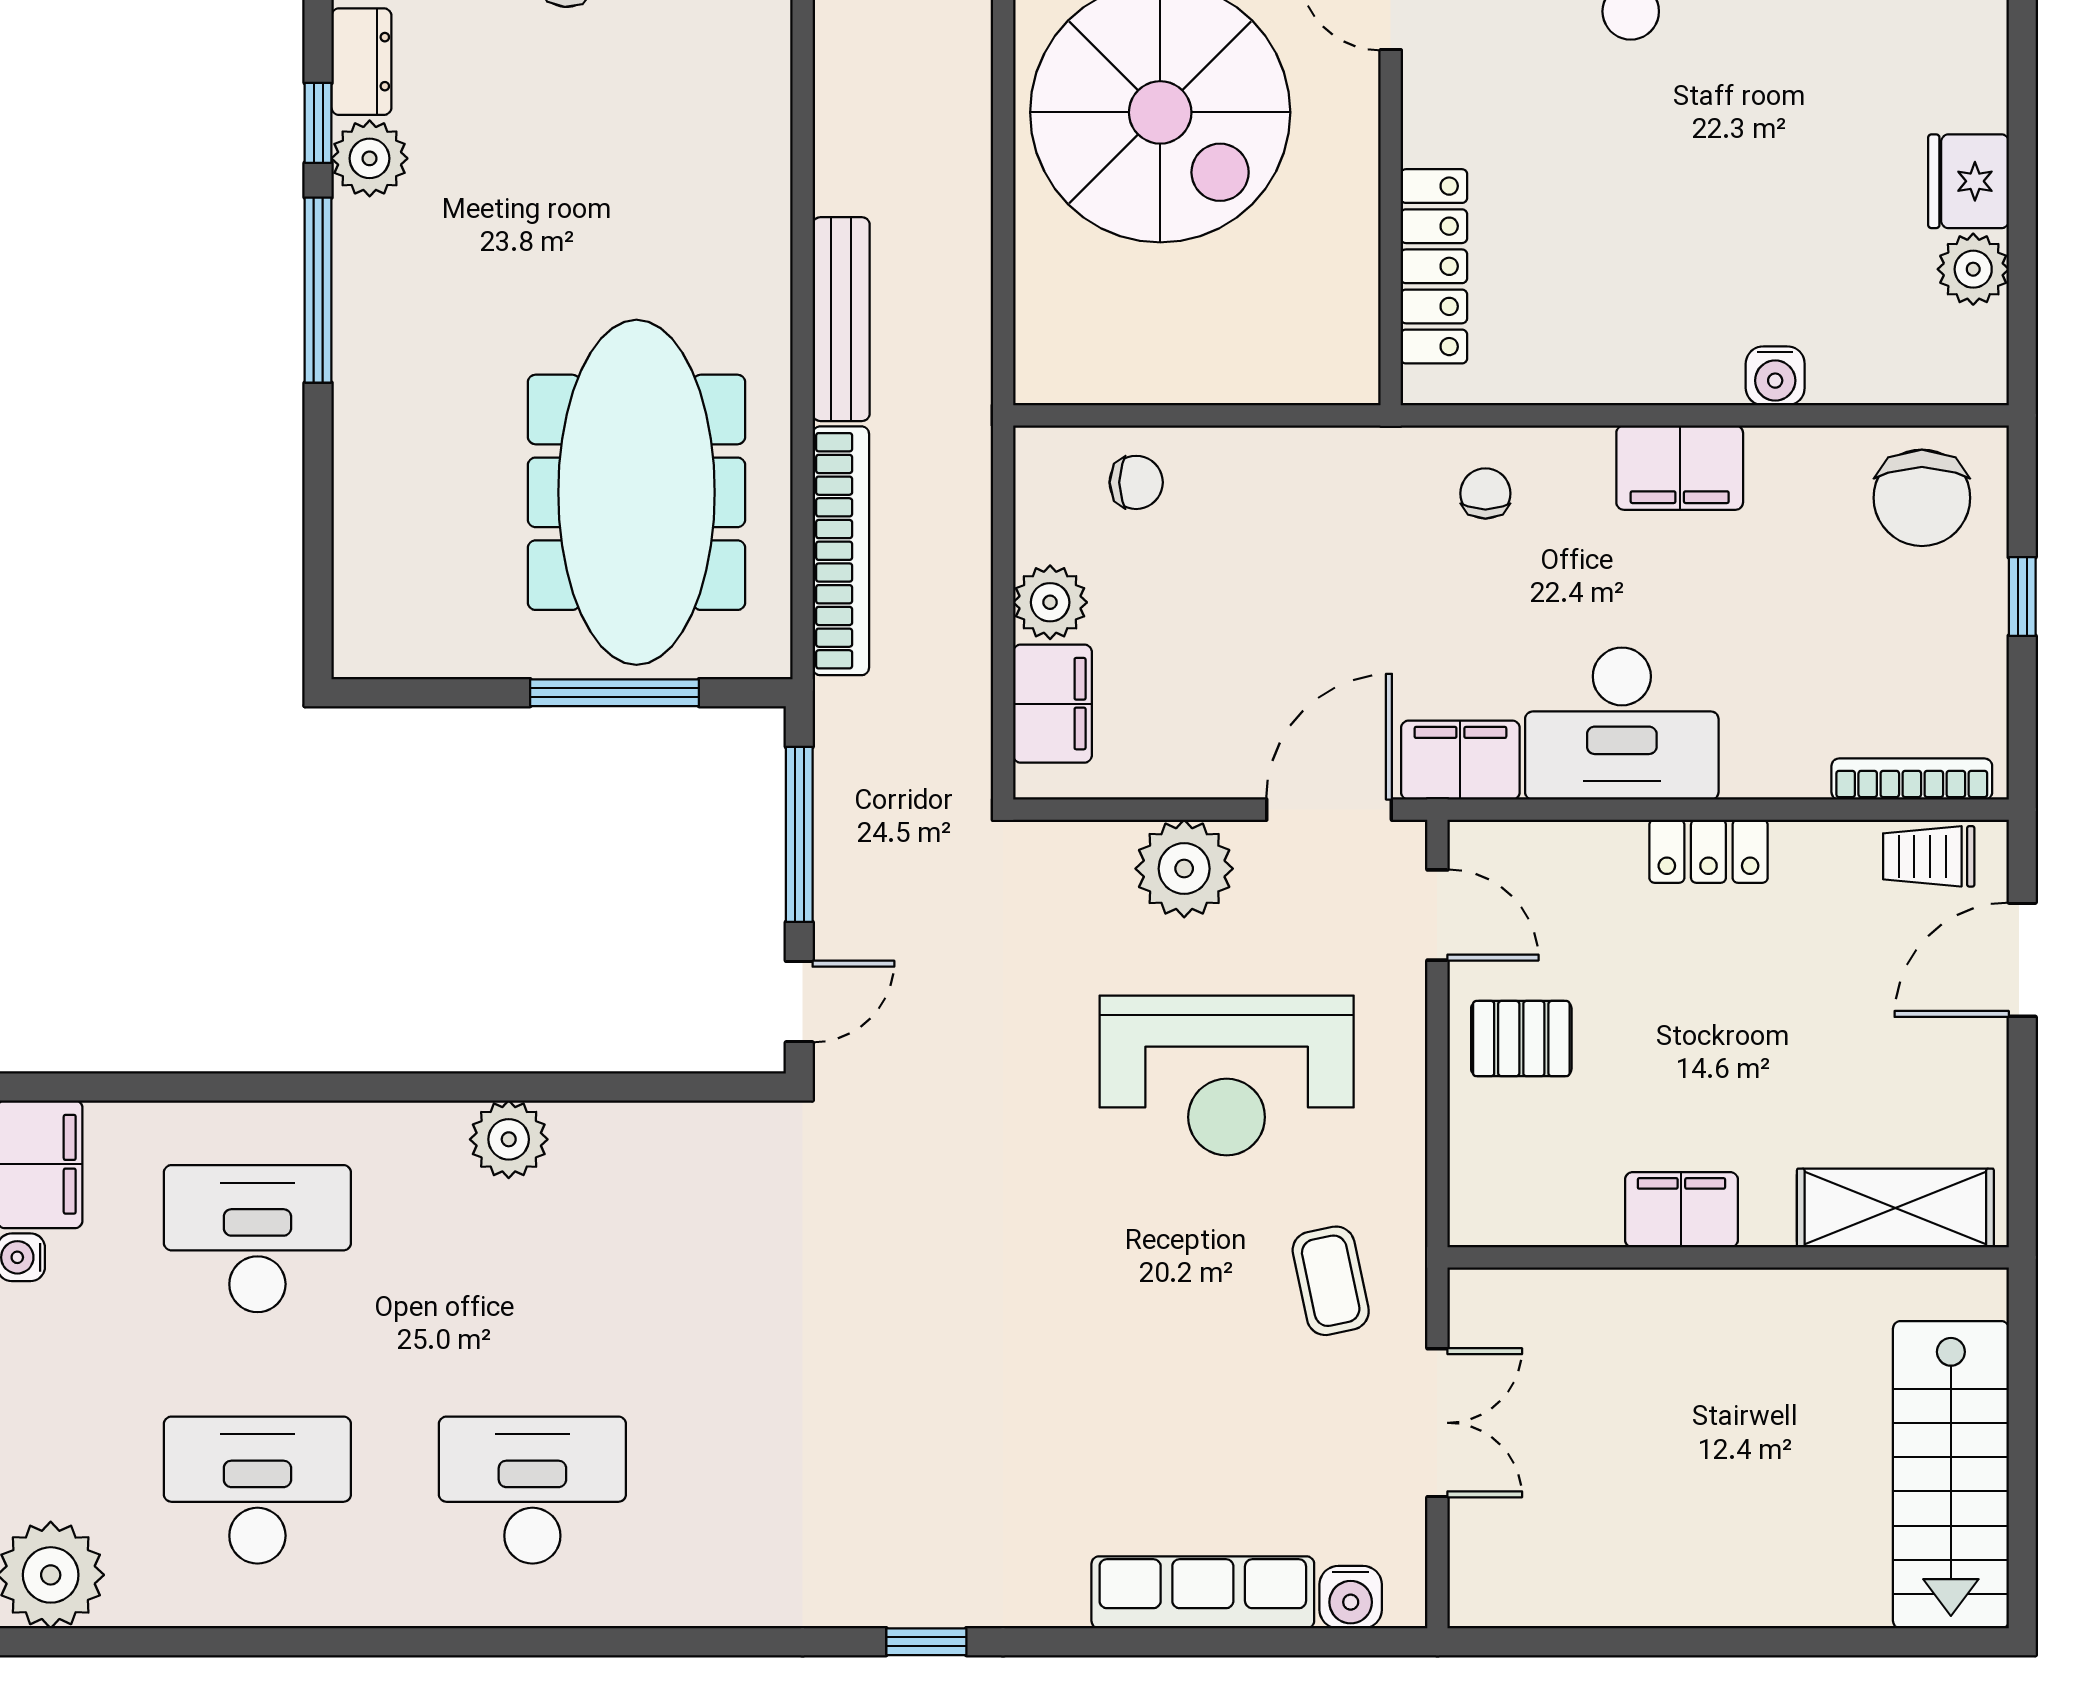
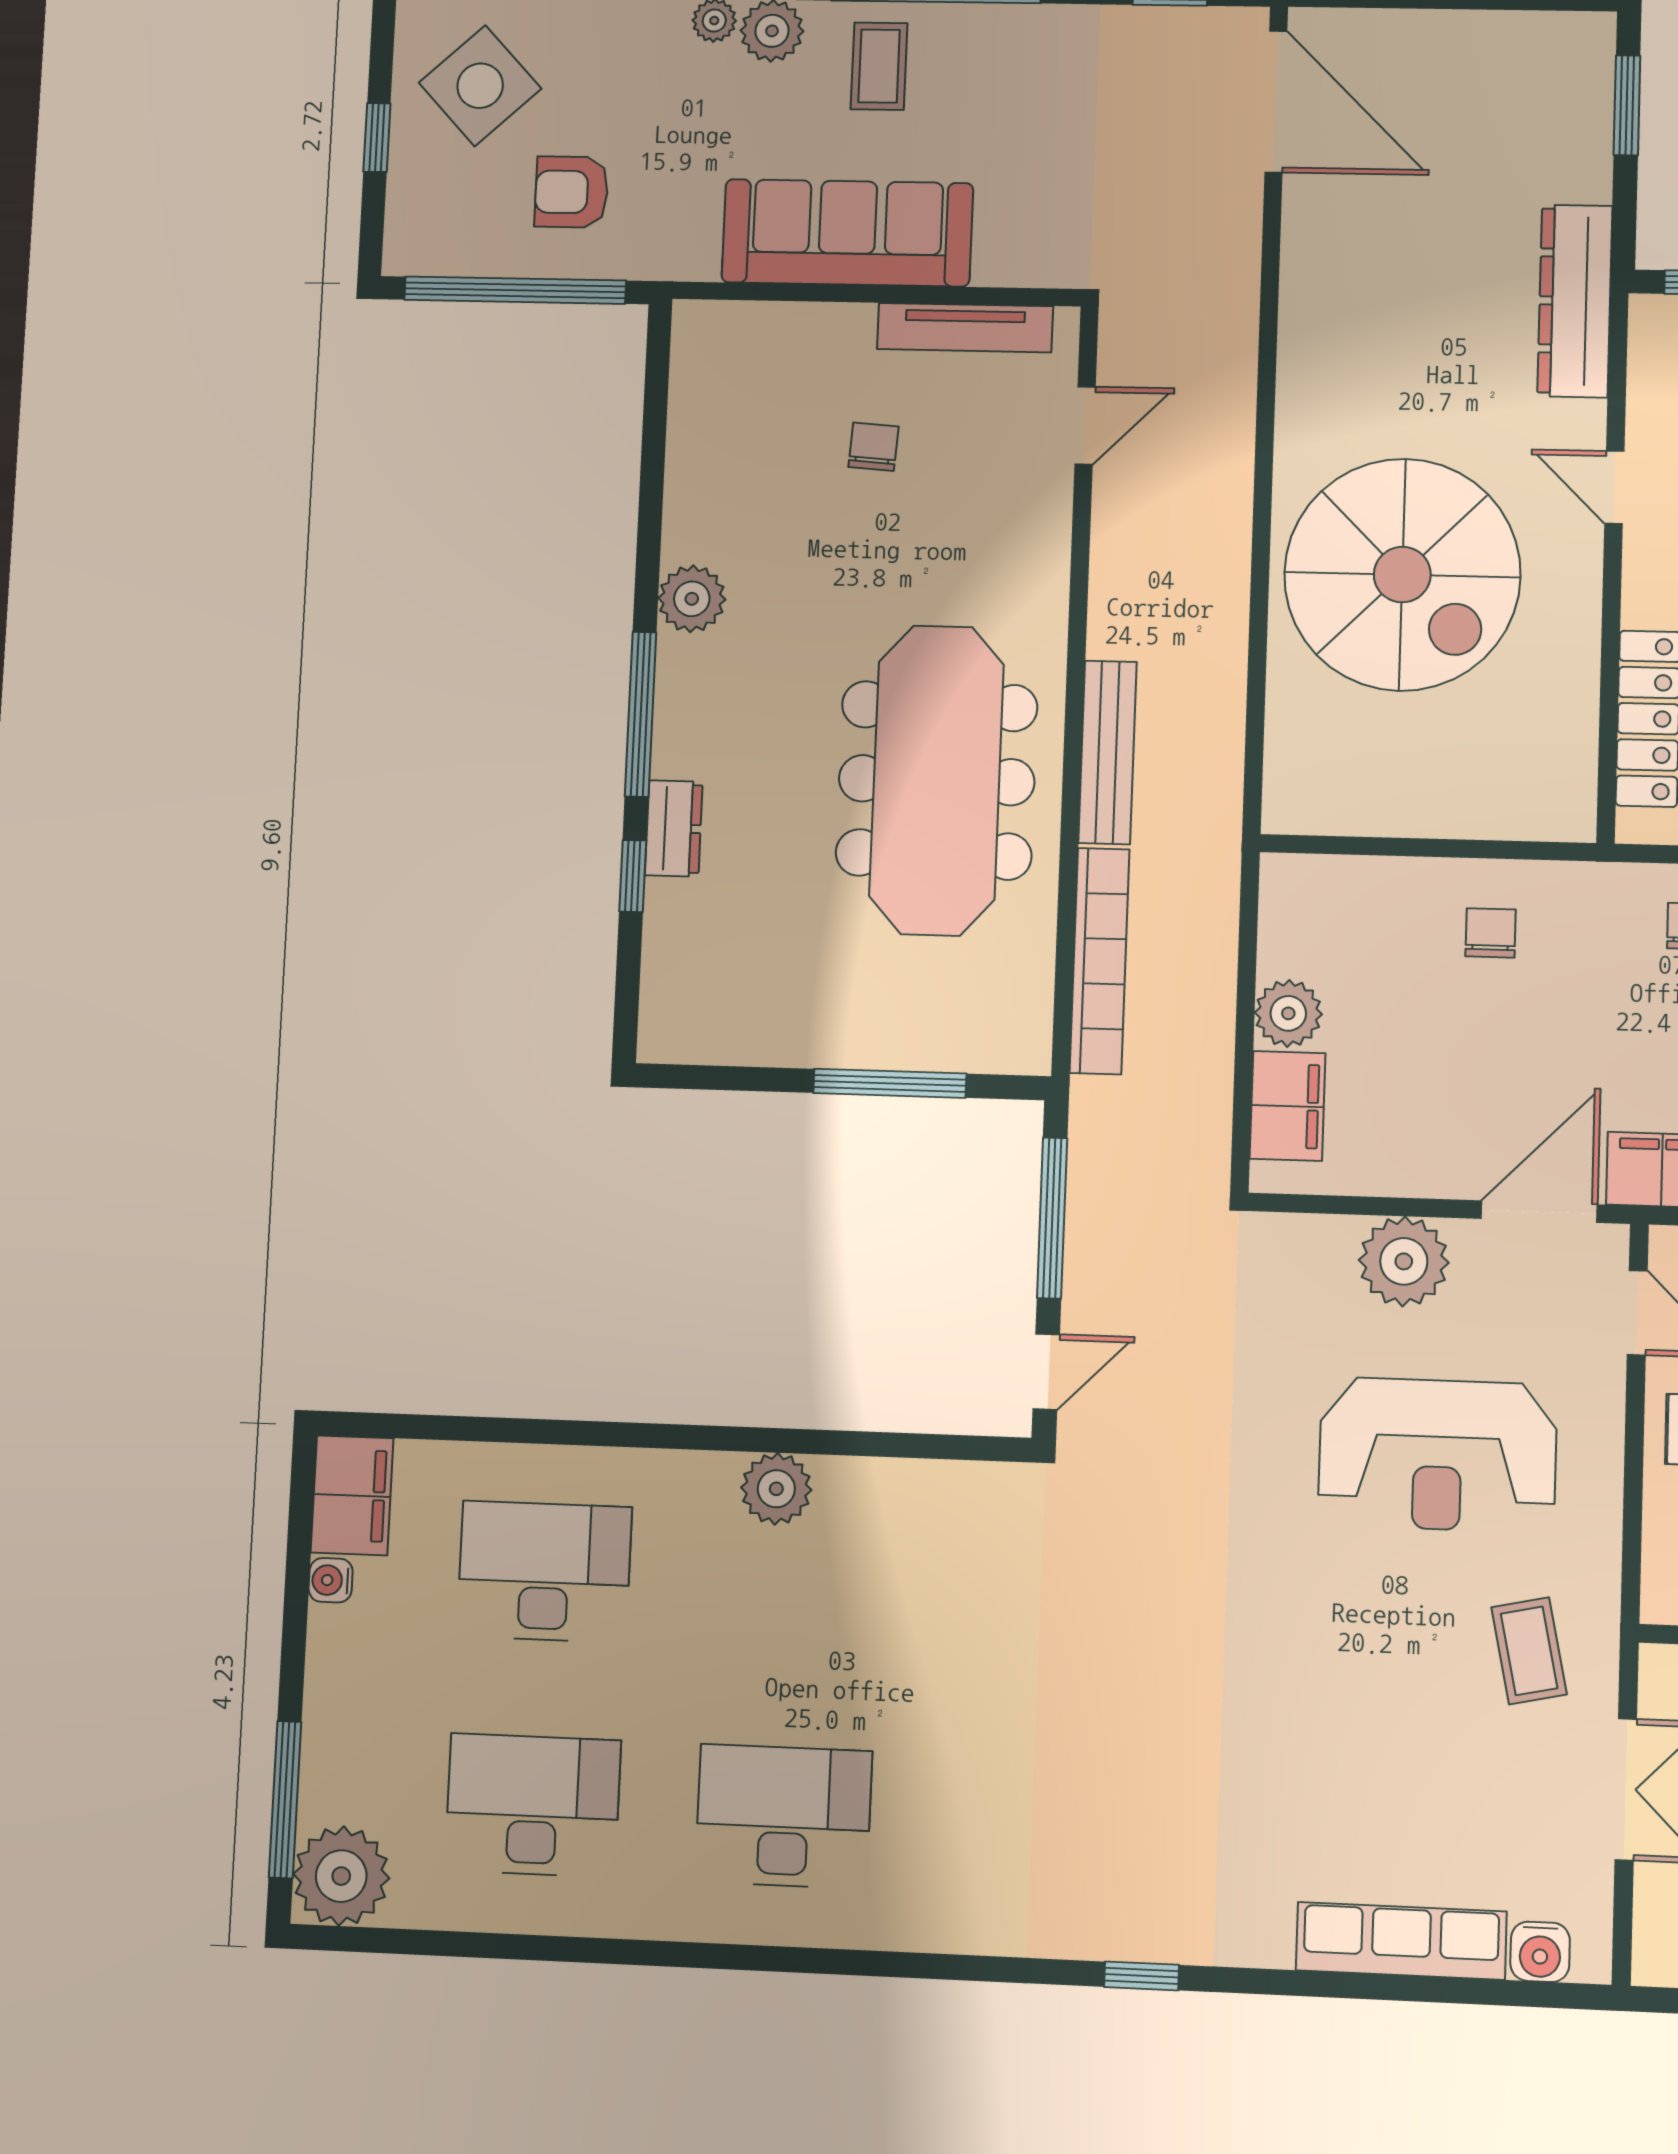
dresser: (361, 62) -> (674, 828), moved
window: (318, 123) -> (633, 876), moved
chair: (1136, 482) -> (1491, 933), moved, turned -90
meeting table: (636, 492) -> (937, 780), moved

